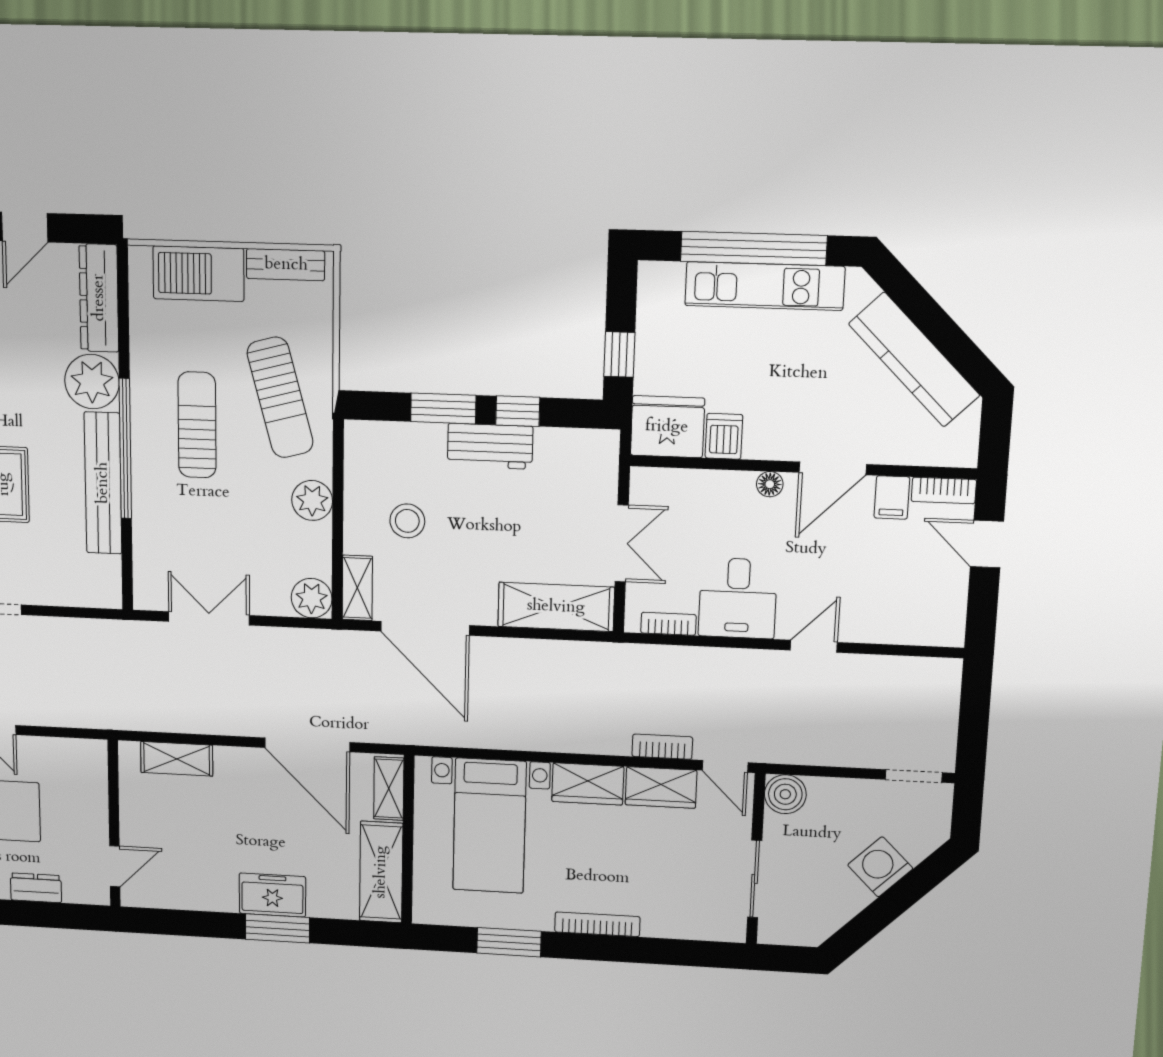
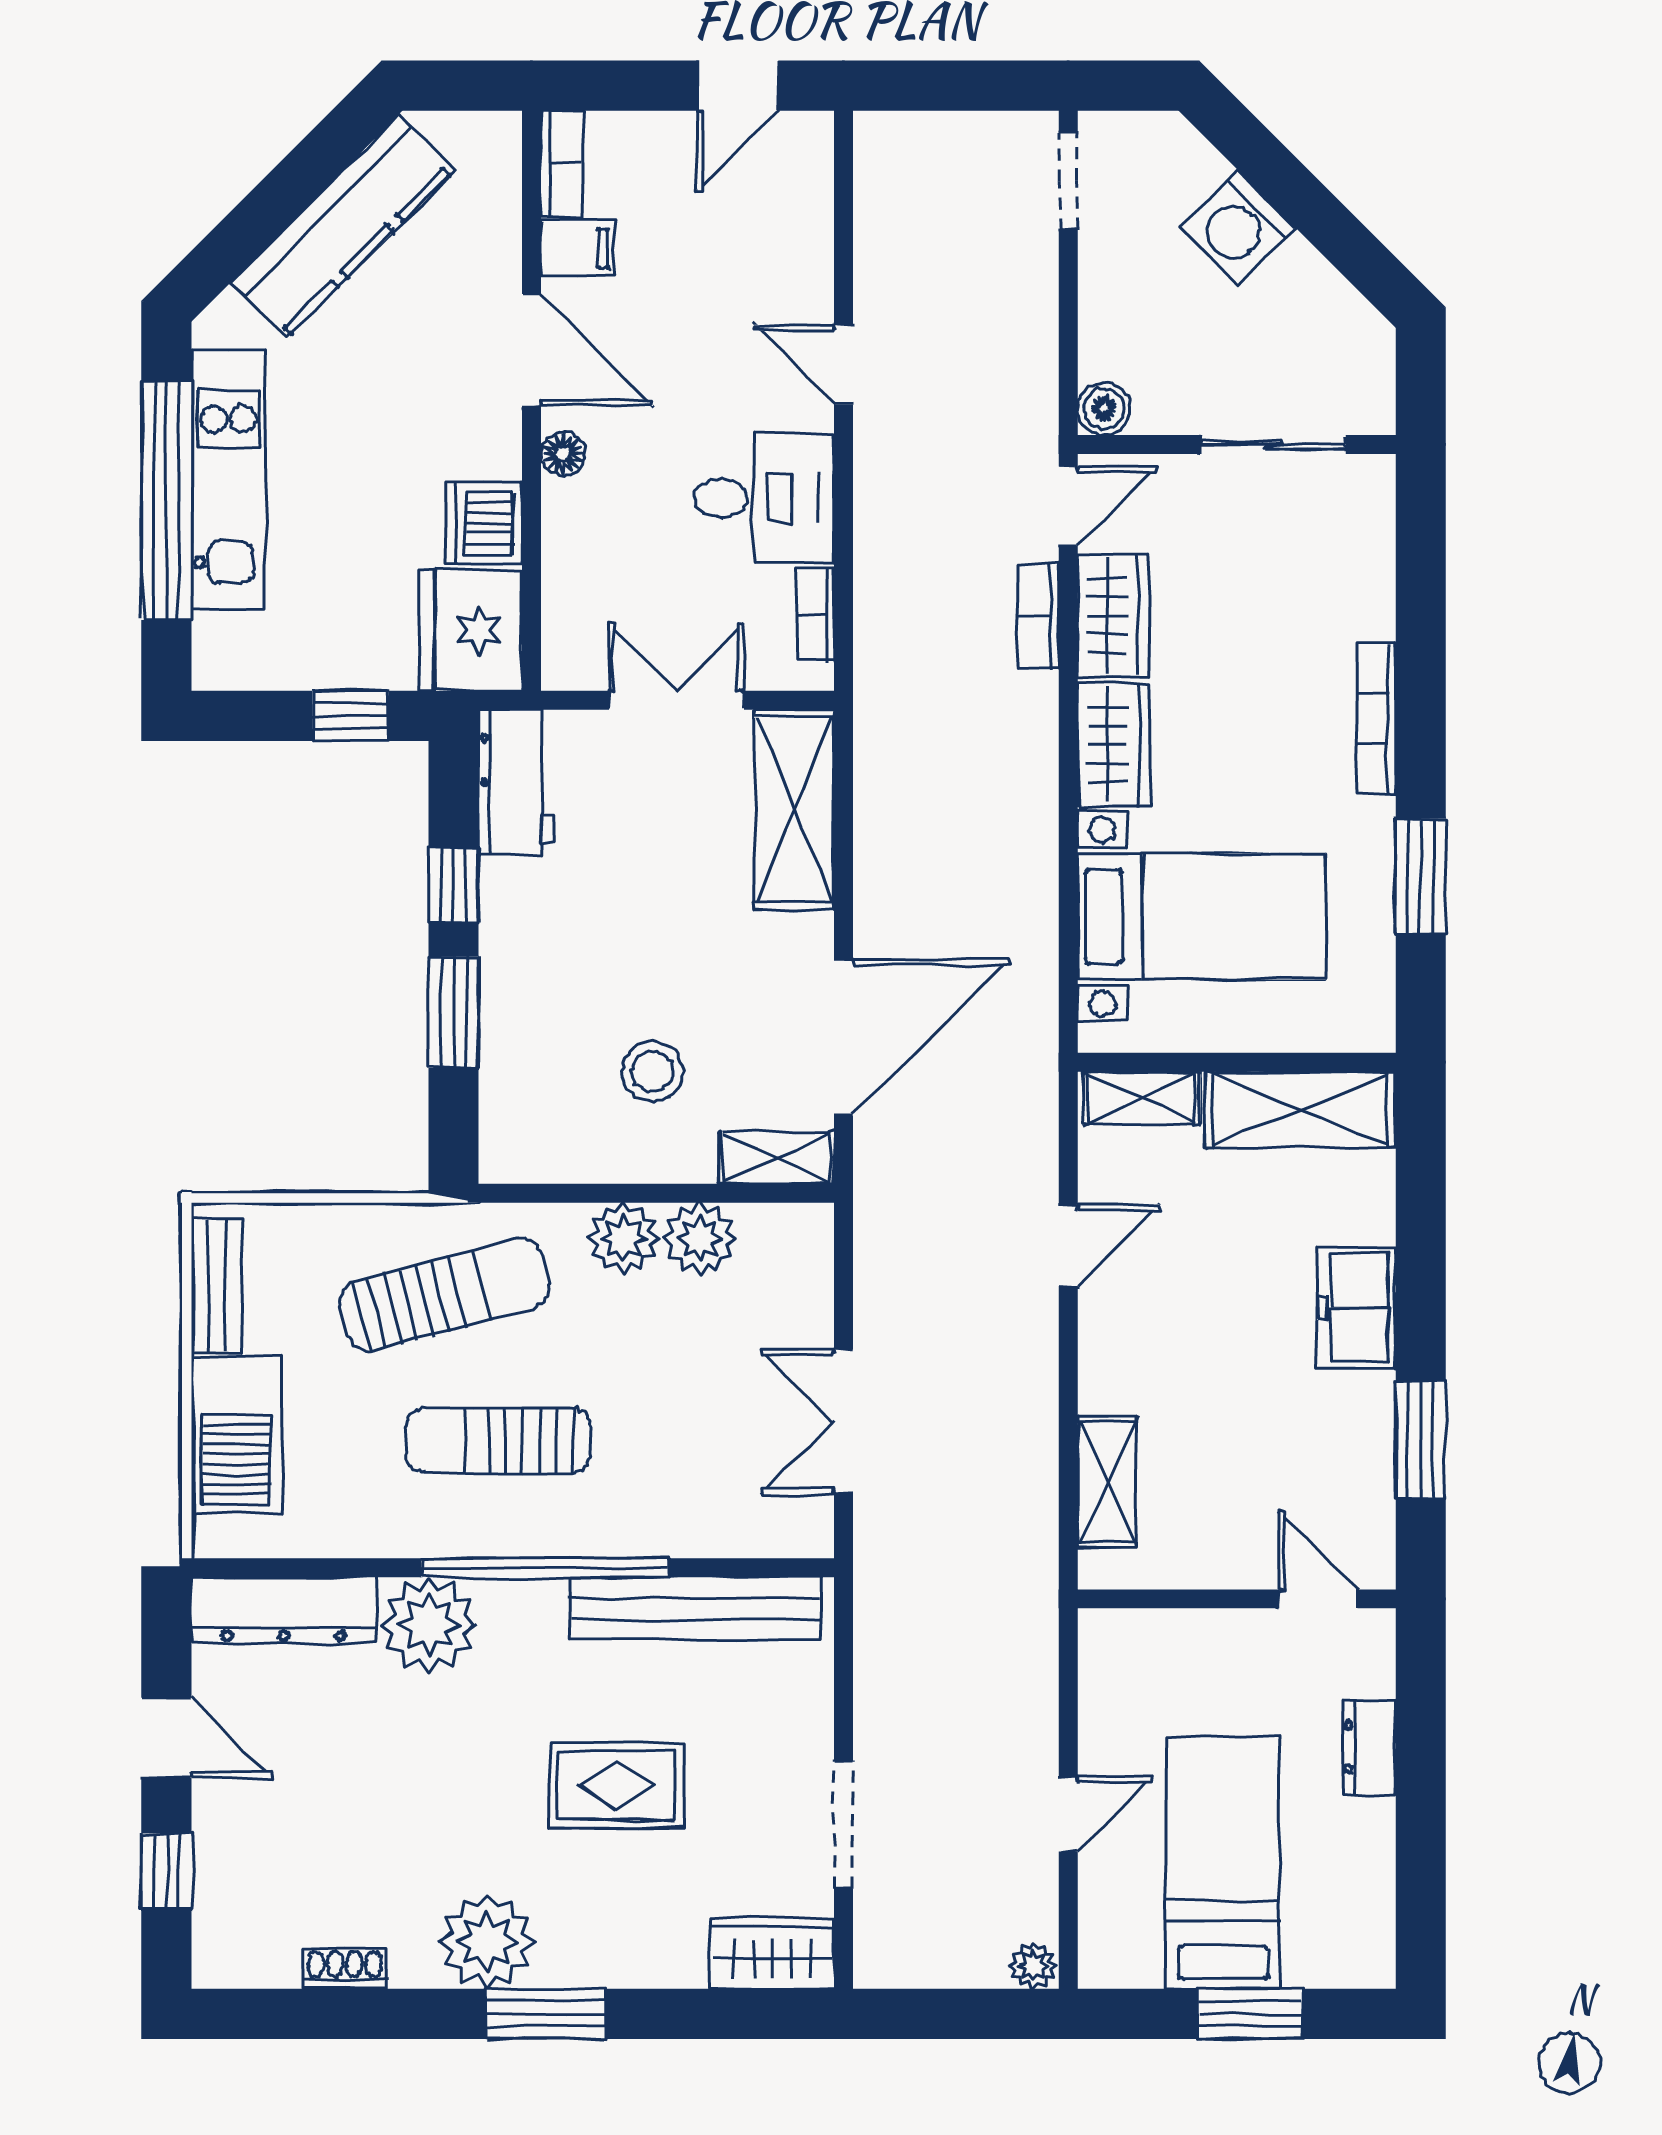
dishwasher: (724, 436) -> (484, 523), width x1.38
workbench: (490, 446) -> (516, 782), moved
bench: (103, 483) -> (696, 1608), moved
door: (987, 544) -> (738, 86), moved
plant: (312, 598) -> (700, 1239), moved
door: (307, 745) -> (1068, 1245), width x0.53
boiler: (785, 794) -> (1104, 409), width x0.73, depth x0.73
window: (277, 928) -> (1421, 1440), moved

